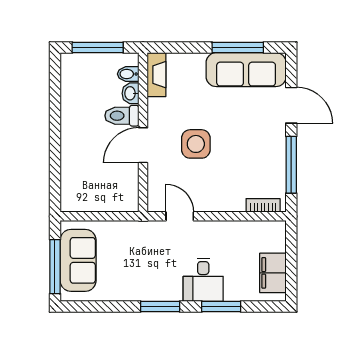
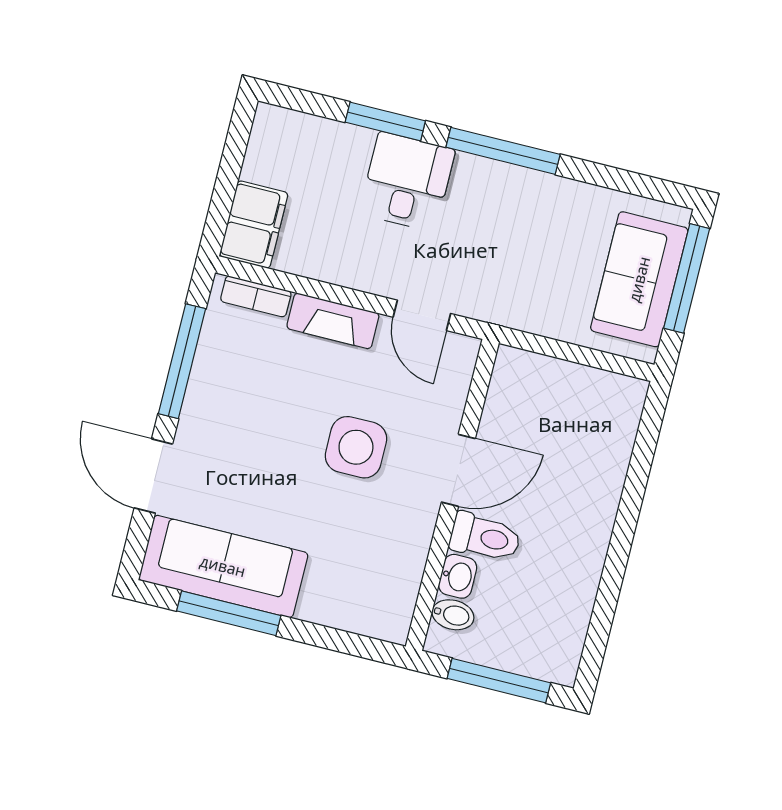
fireplace: (157, 75) -> (333, 321), moved, turned -90
filing cabinet: (273, 273) -> (254, 224), moved
window: (160, 306) -> (503, 151), width x1.44

